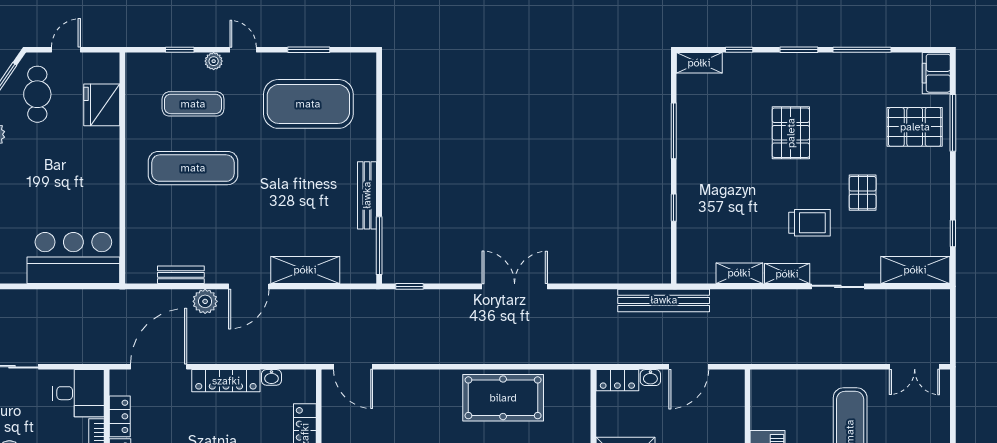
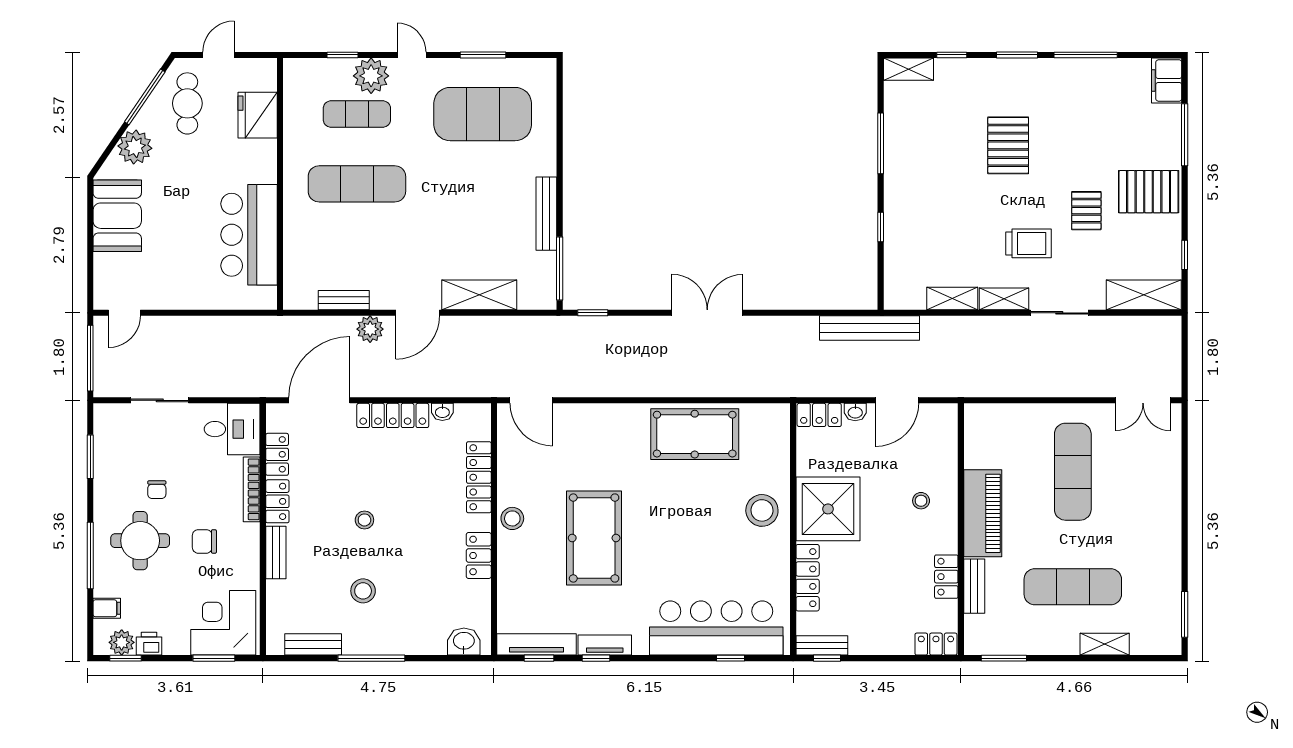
plant: (214, 61) -> (371, 76), width x1.88, depth x1.88
pallet: (915, 127) -> (1149, 192), moved
bar counter: (73, 258) -> (249, 235), moved, turned -90

